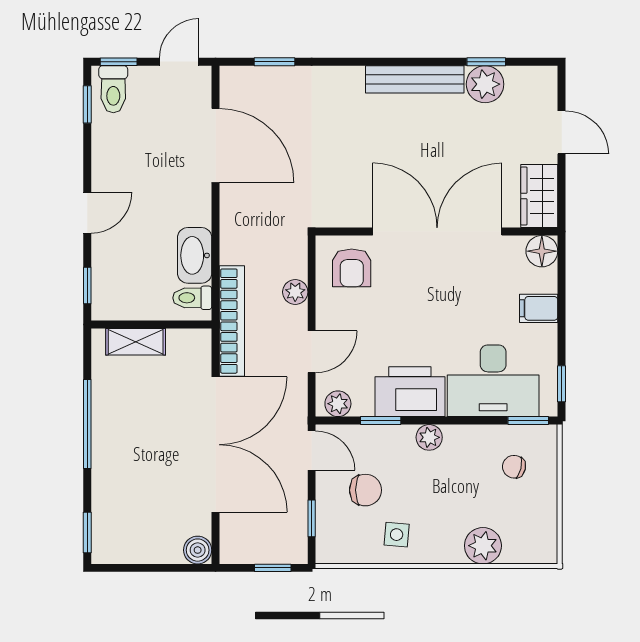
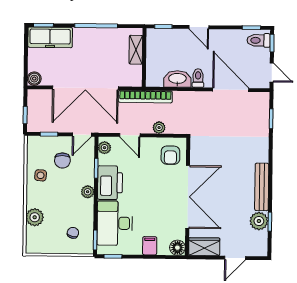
door: (215, 146) -> (231, 90), swing flipped
armchair: (352, 268) -> (170, 155), turned -90
toilet: (192, 298) -> (198, 78), moved
freezer: (112, 518) -> (50, 37), added

